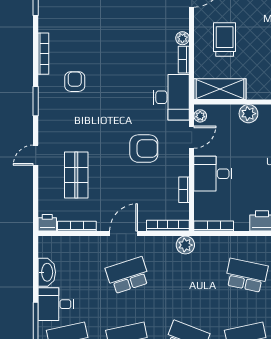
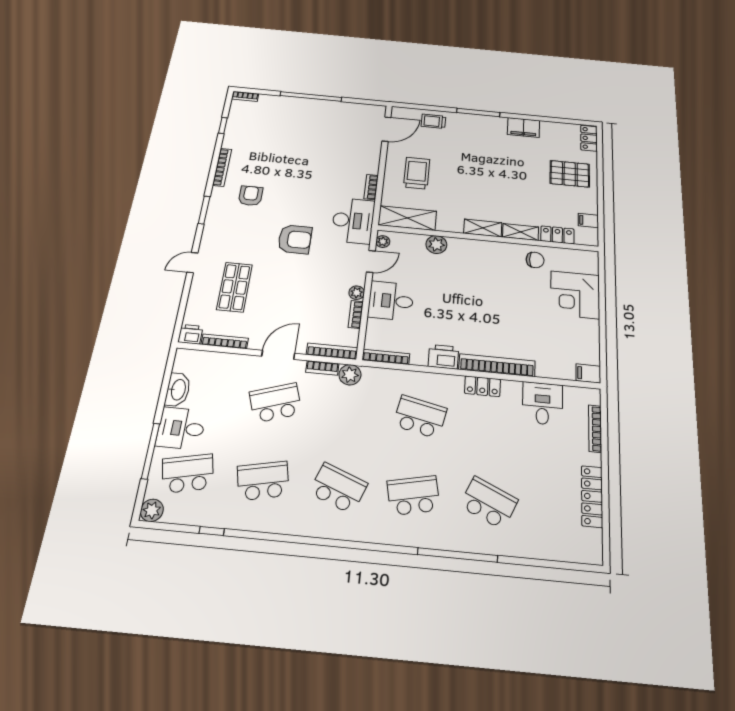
plant: (182, 38) -> (357, 293), moved
armchair: (144, 149) -> (295, 239), moved
bookcase: (162, 241) -> (322, 368), added

